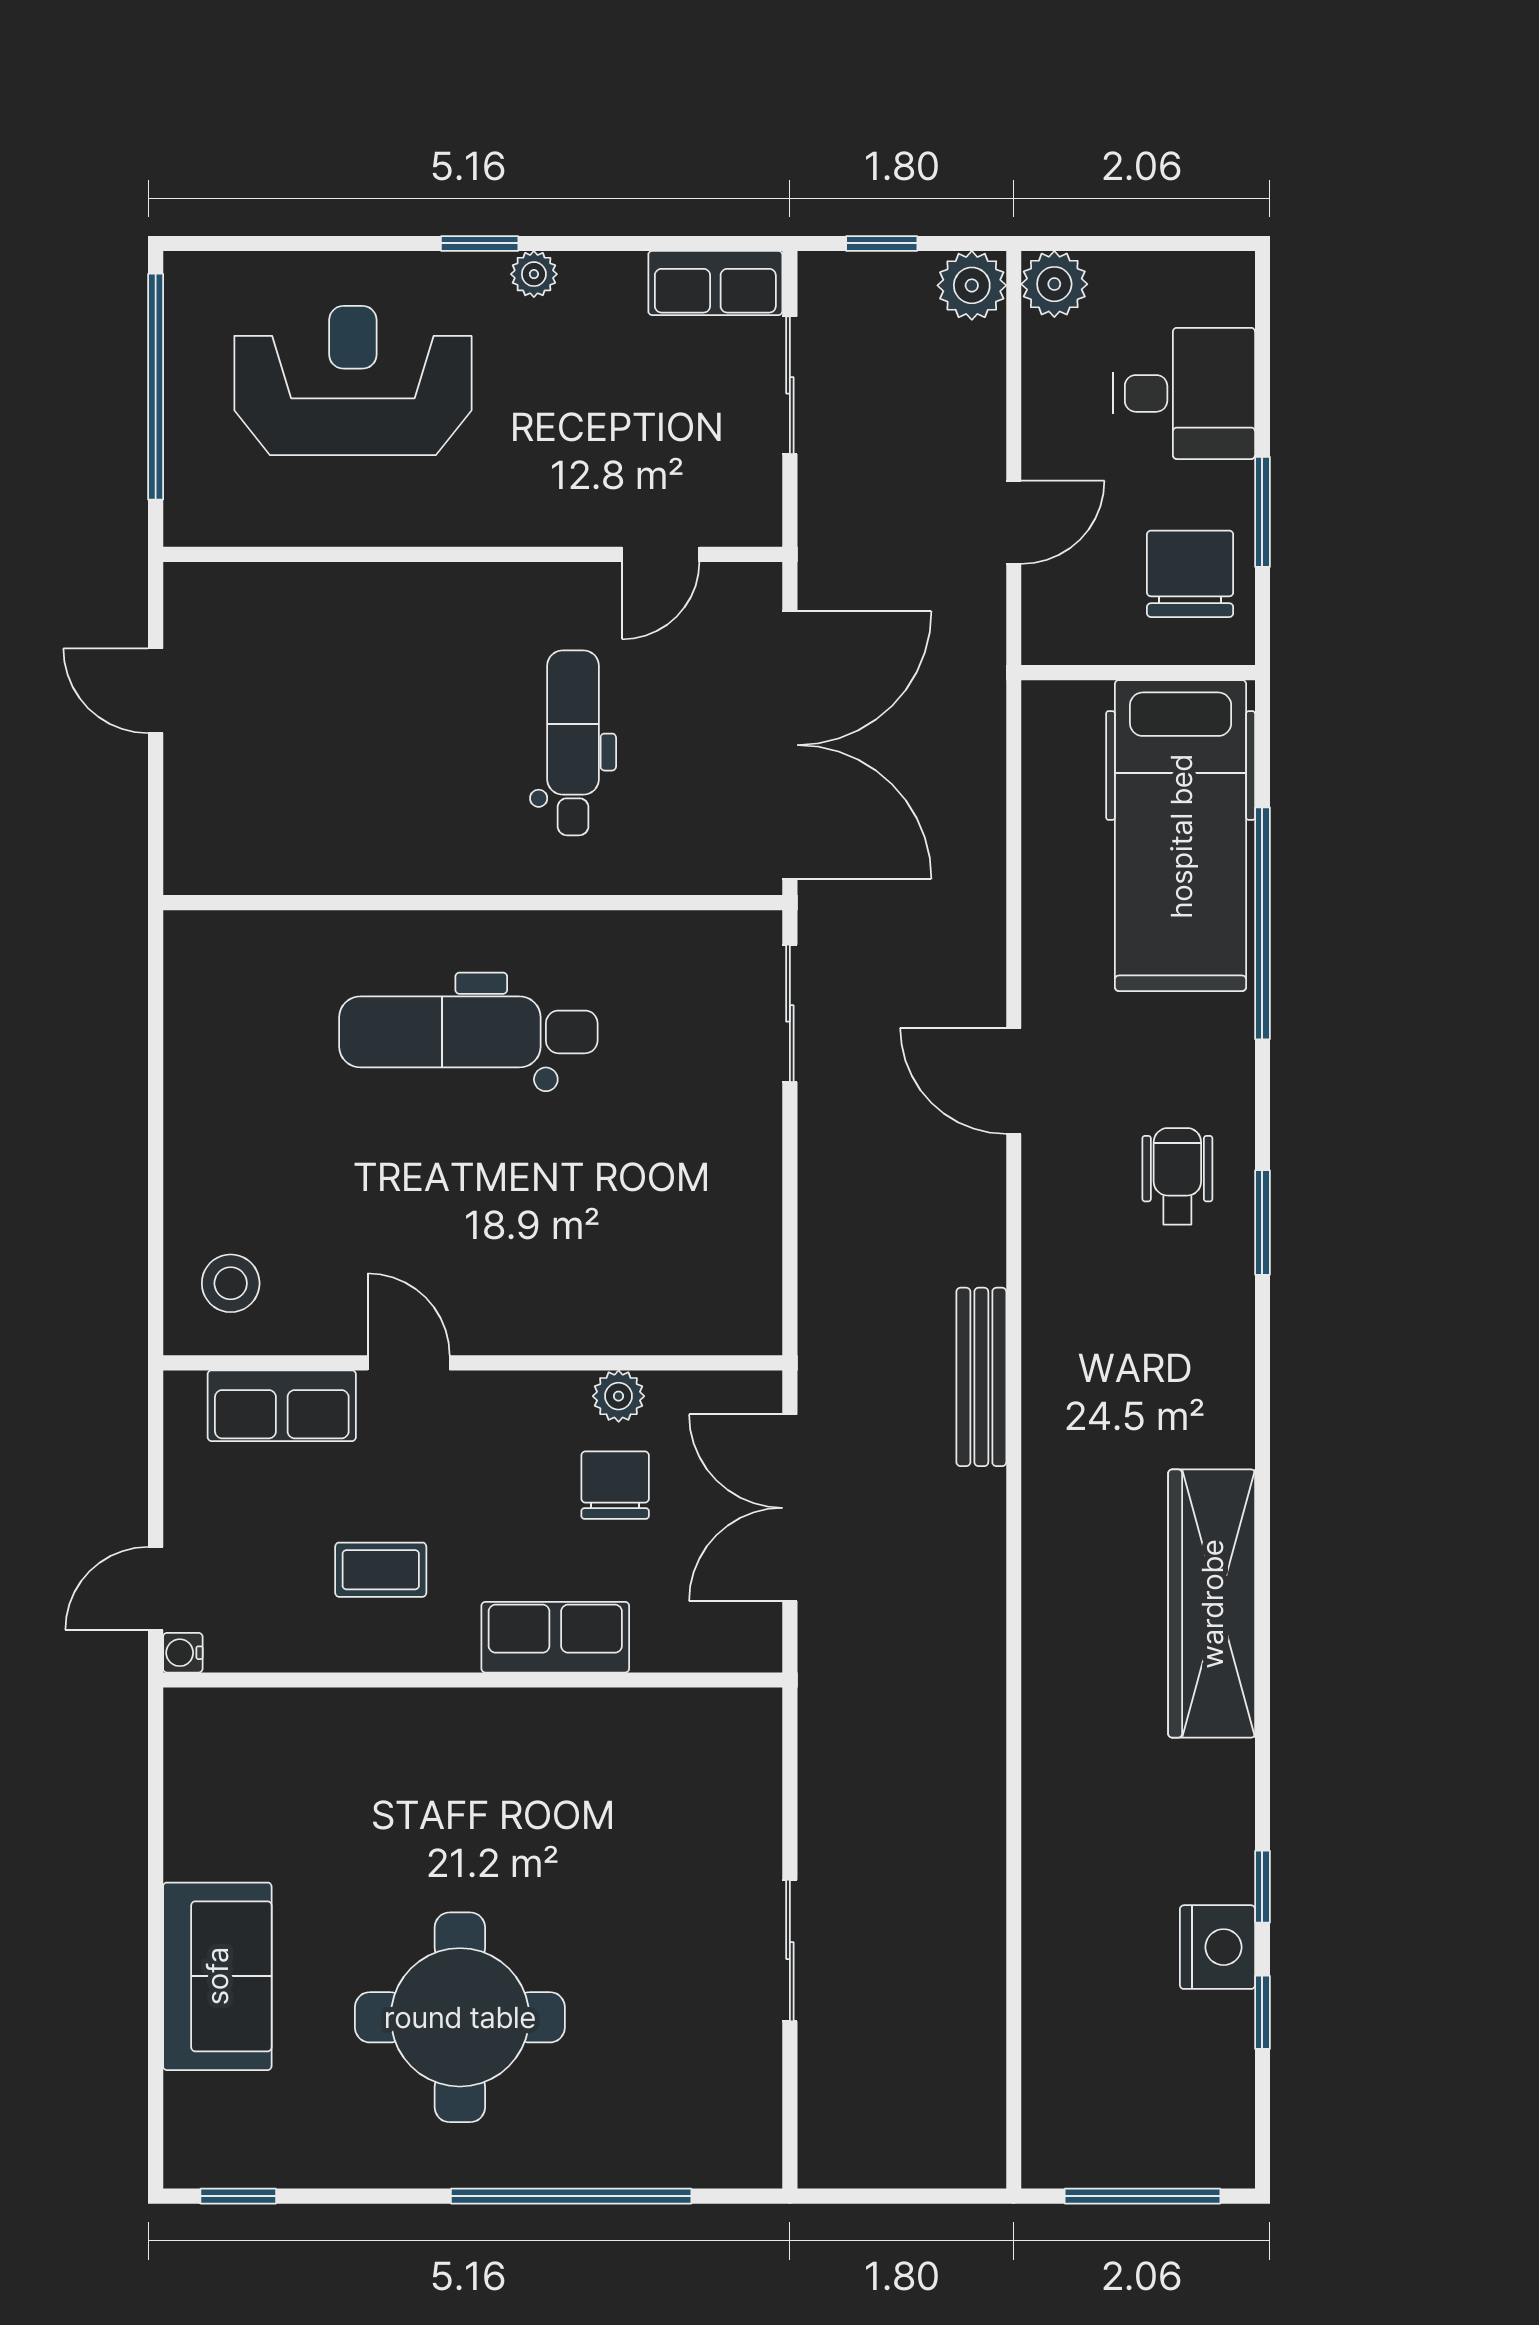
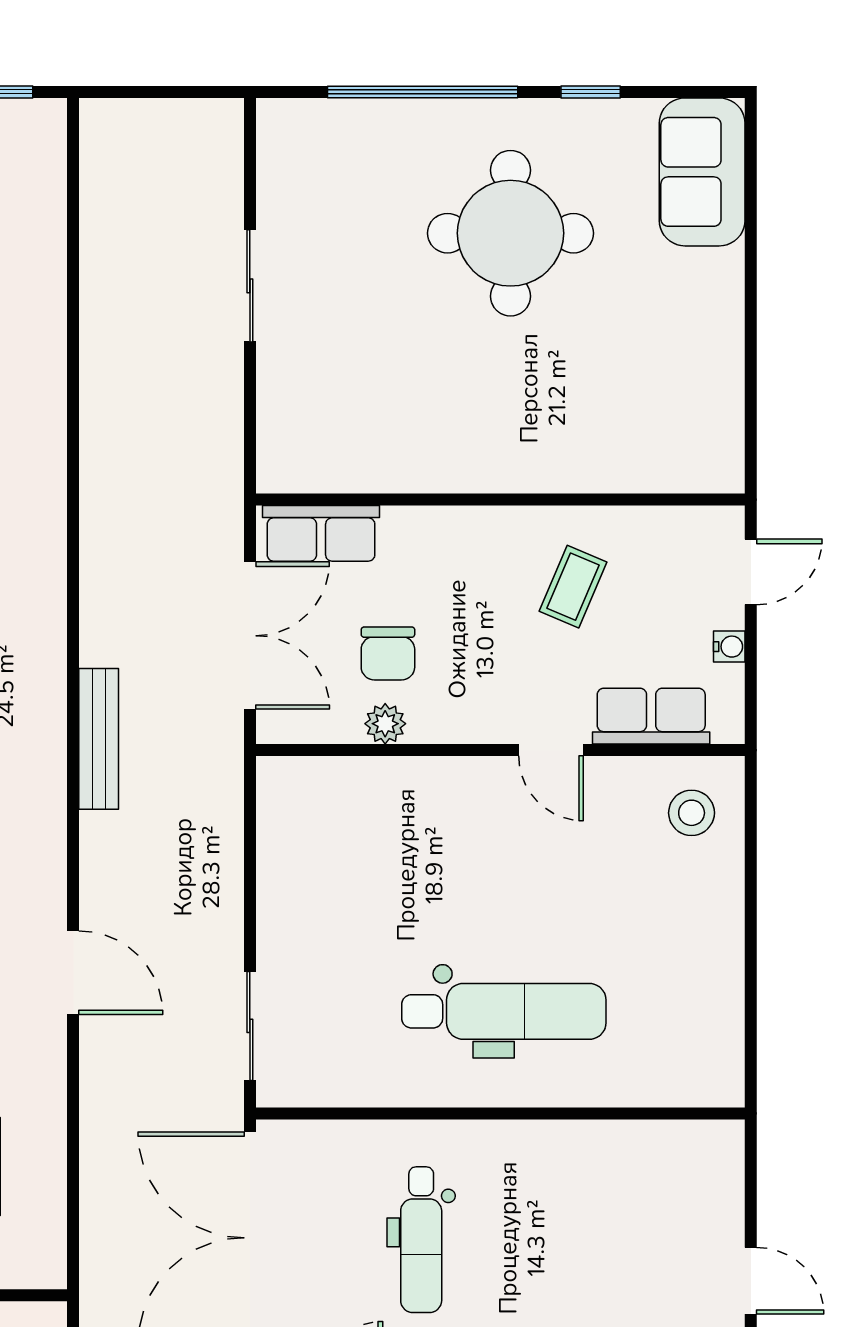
coffee table: (381, 1570) -> (573, 587), turned -67
row of seats: (555, 1637) -> (321, 533), moved
water cooler: (183, 1653) -> (729, 647), moved
sofa: (217, 1976) -> (702, 172), moved
window: (238, 2196) -> (591, 92), moved

